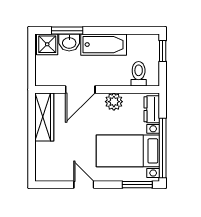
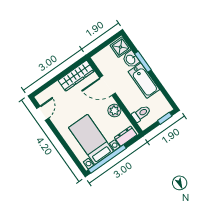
window: (67, 31) -> (143, 62), moved
door: (84, 185) -> (43, 113), moved
window: (137, 185) -> (75, 159), removed

